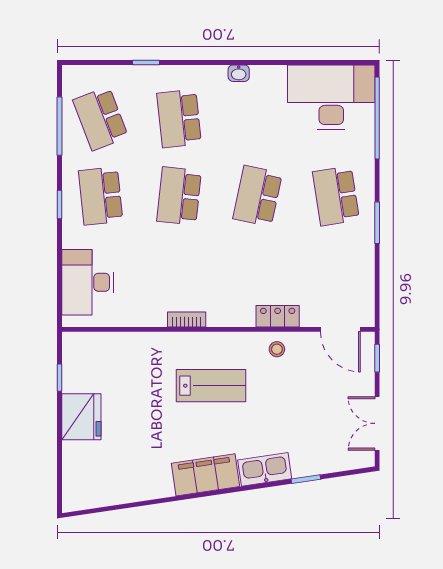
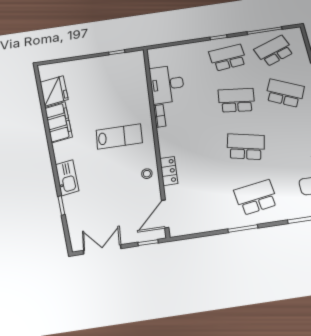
school desk: (179, 119) -> (285, 93), turned 30
desk: (88, 282) -> (167, 84), moved, turned -90
lab bench: (211, 386) -> (119, 136), turned -90
fridge: (81, 417) -> (54, 91), moved, turned -98
filing cabinet: (206, 475) -> (58, 122), moved

